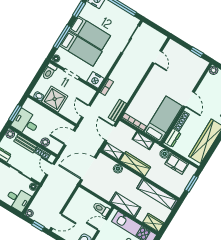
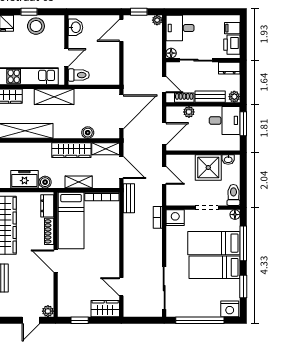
wardrobe: (176, 49) -> (105, 309), added

